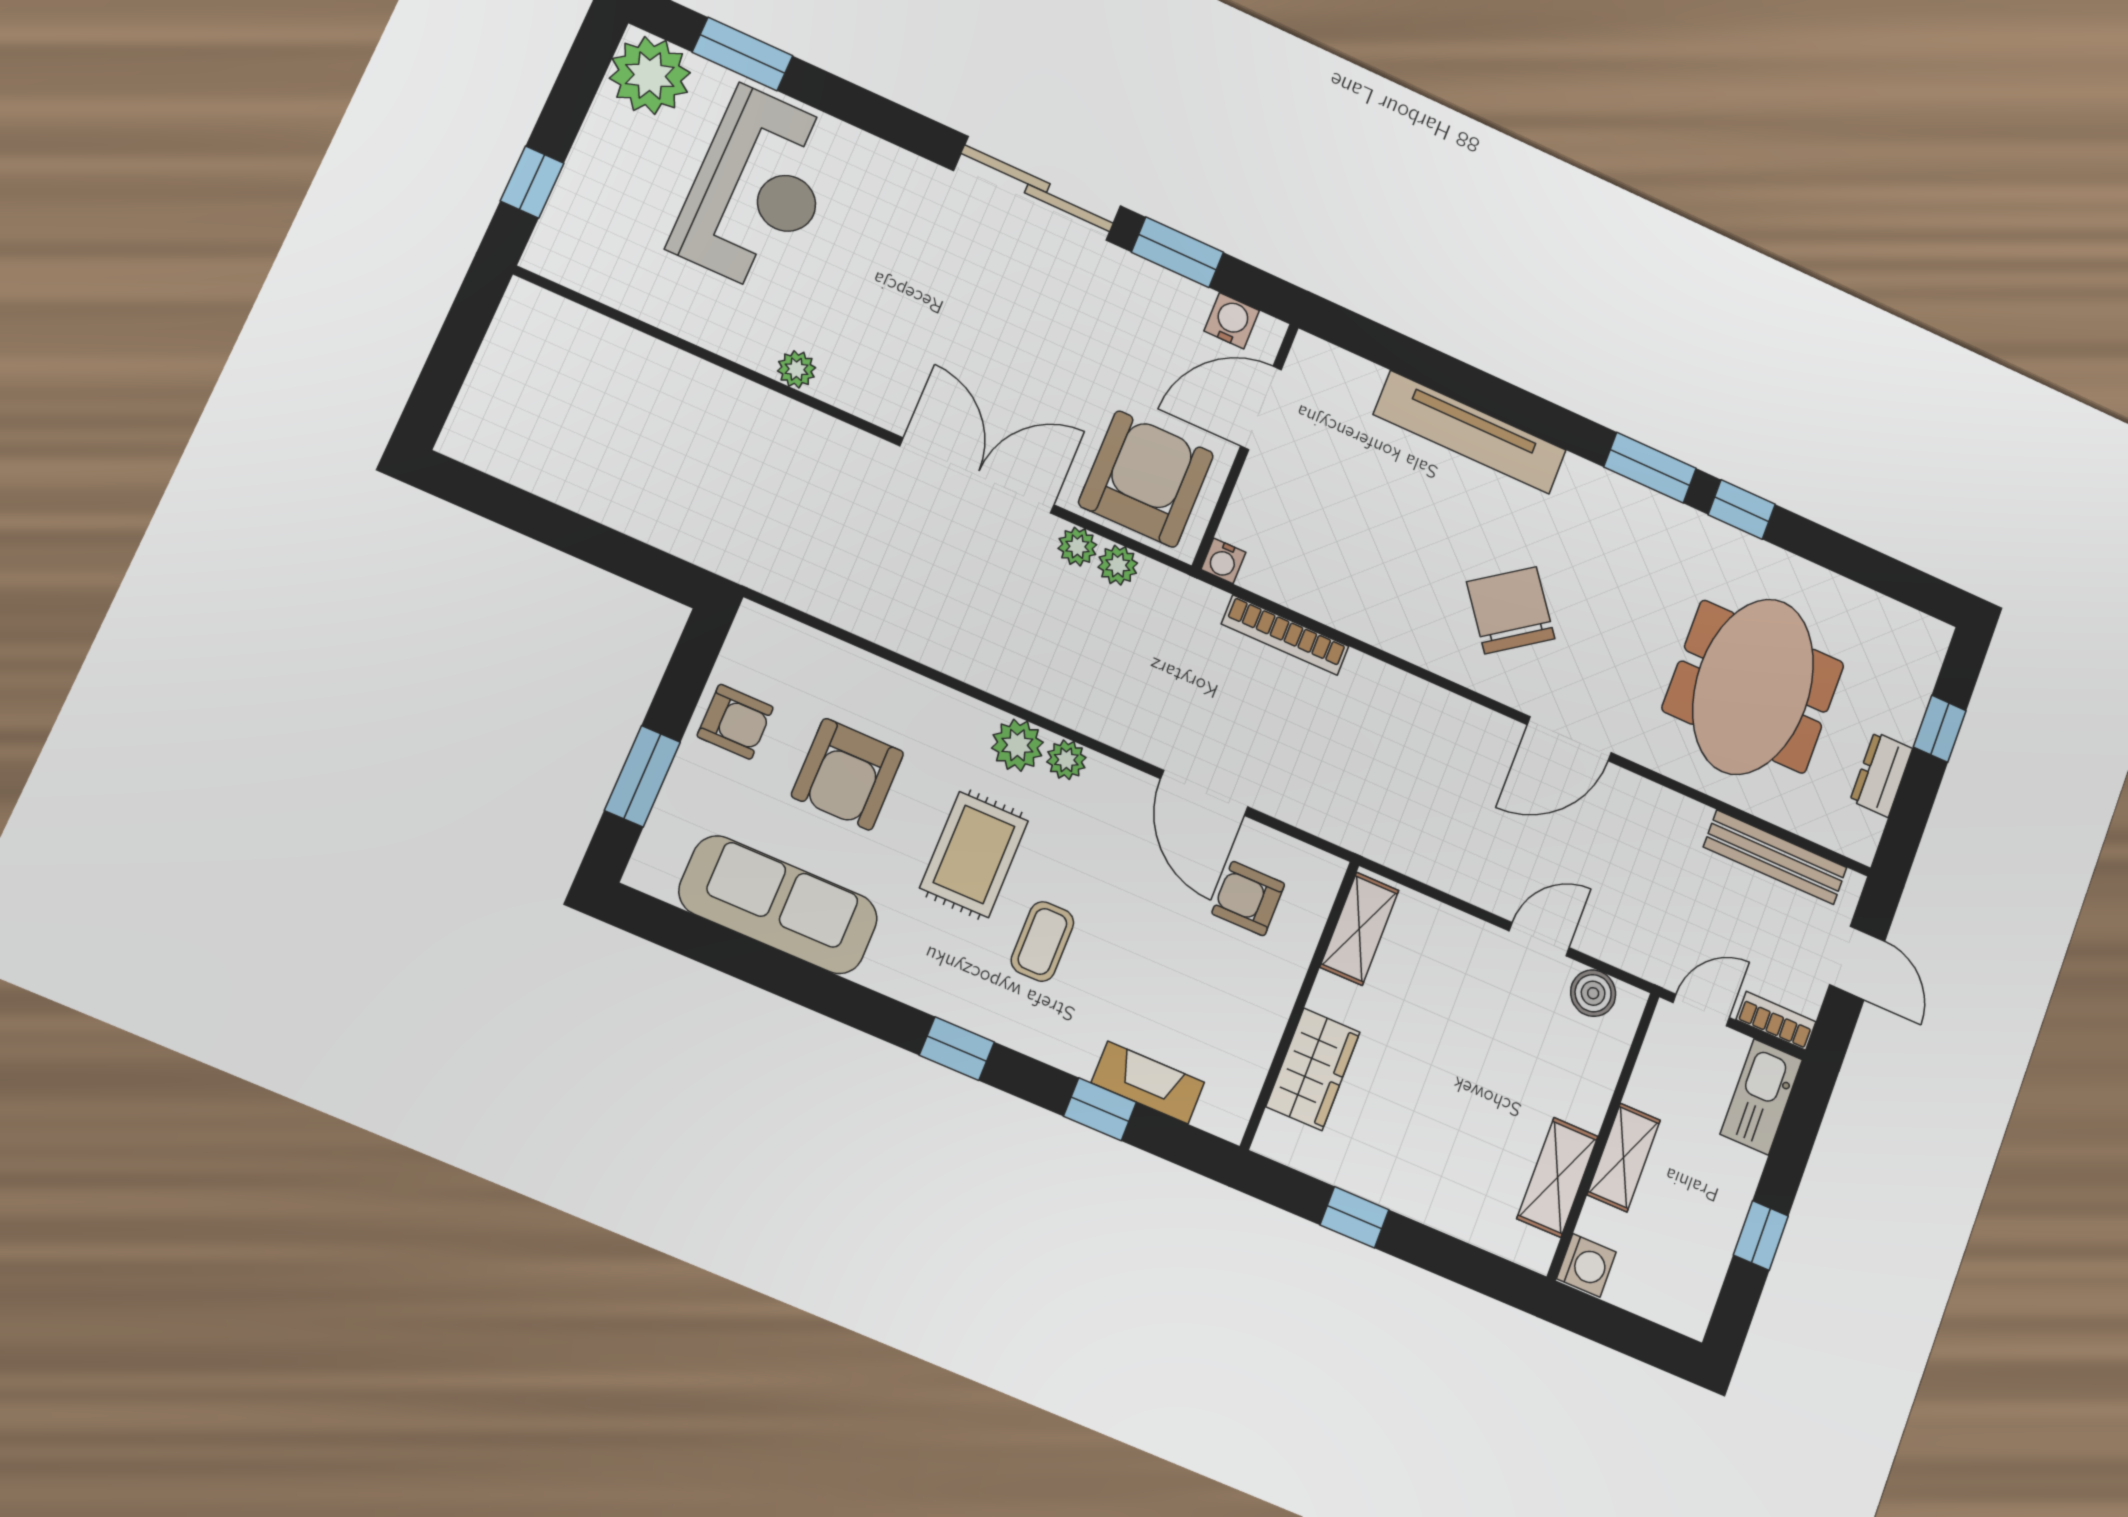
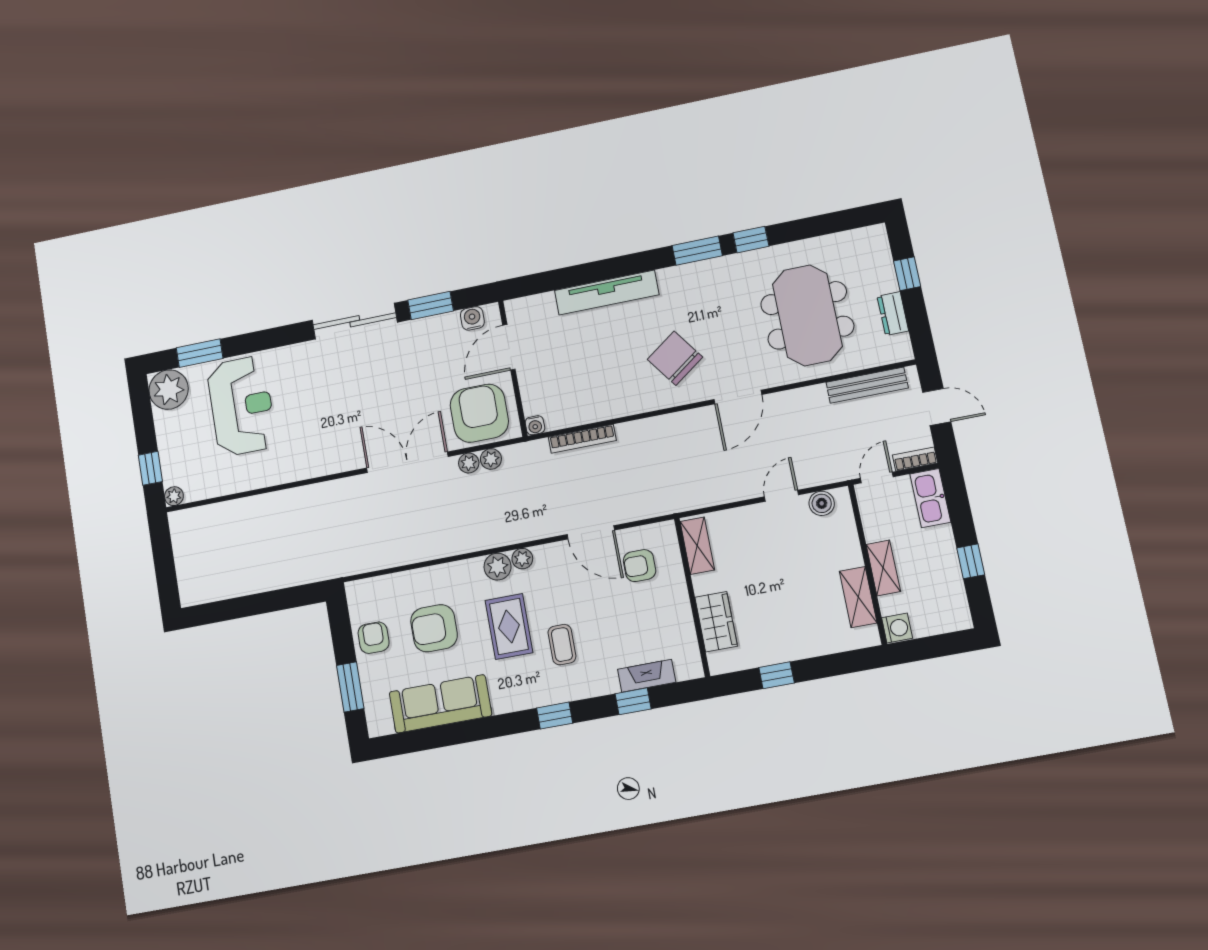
plant: (796, 369) -> (174, 496), moved
armchair: (735, 722) -> (374, 638), turned -90
armchair: (847, 774) -> (434, 628), turned 90

